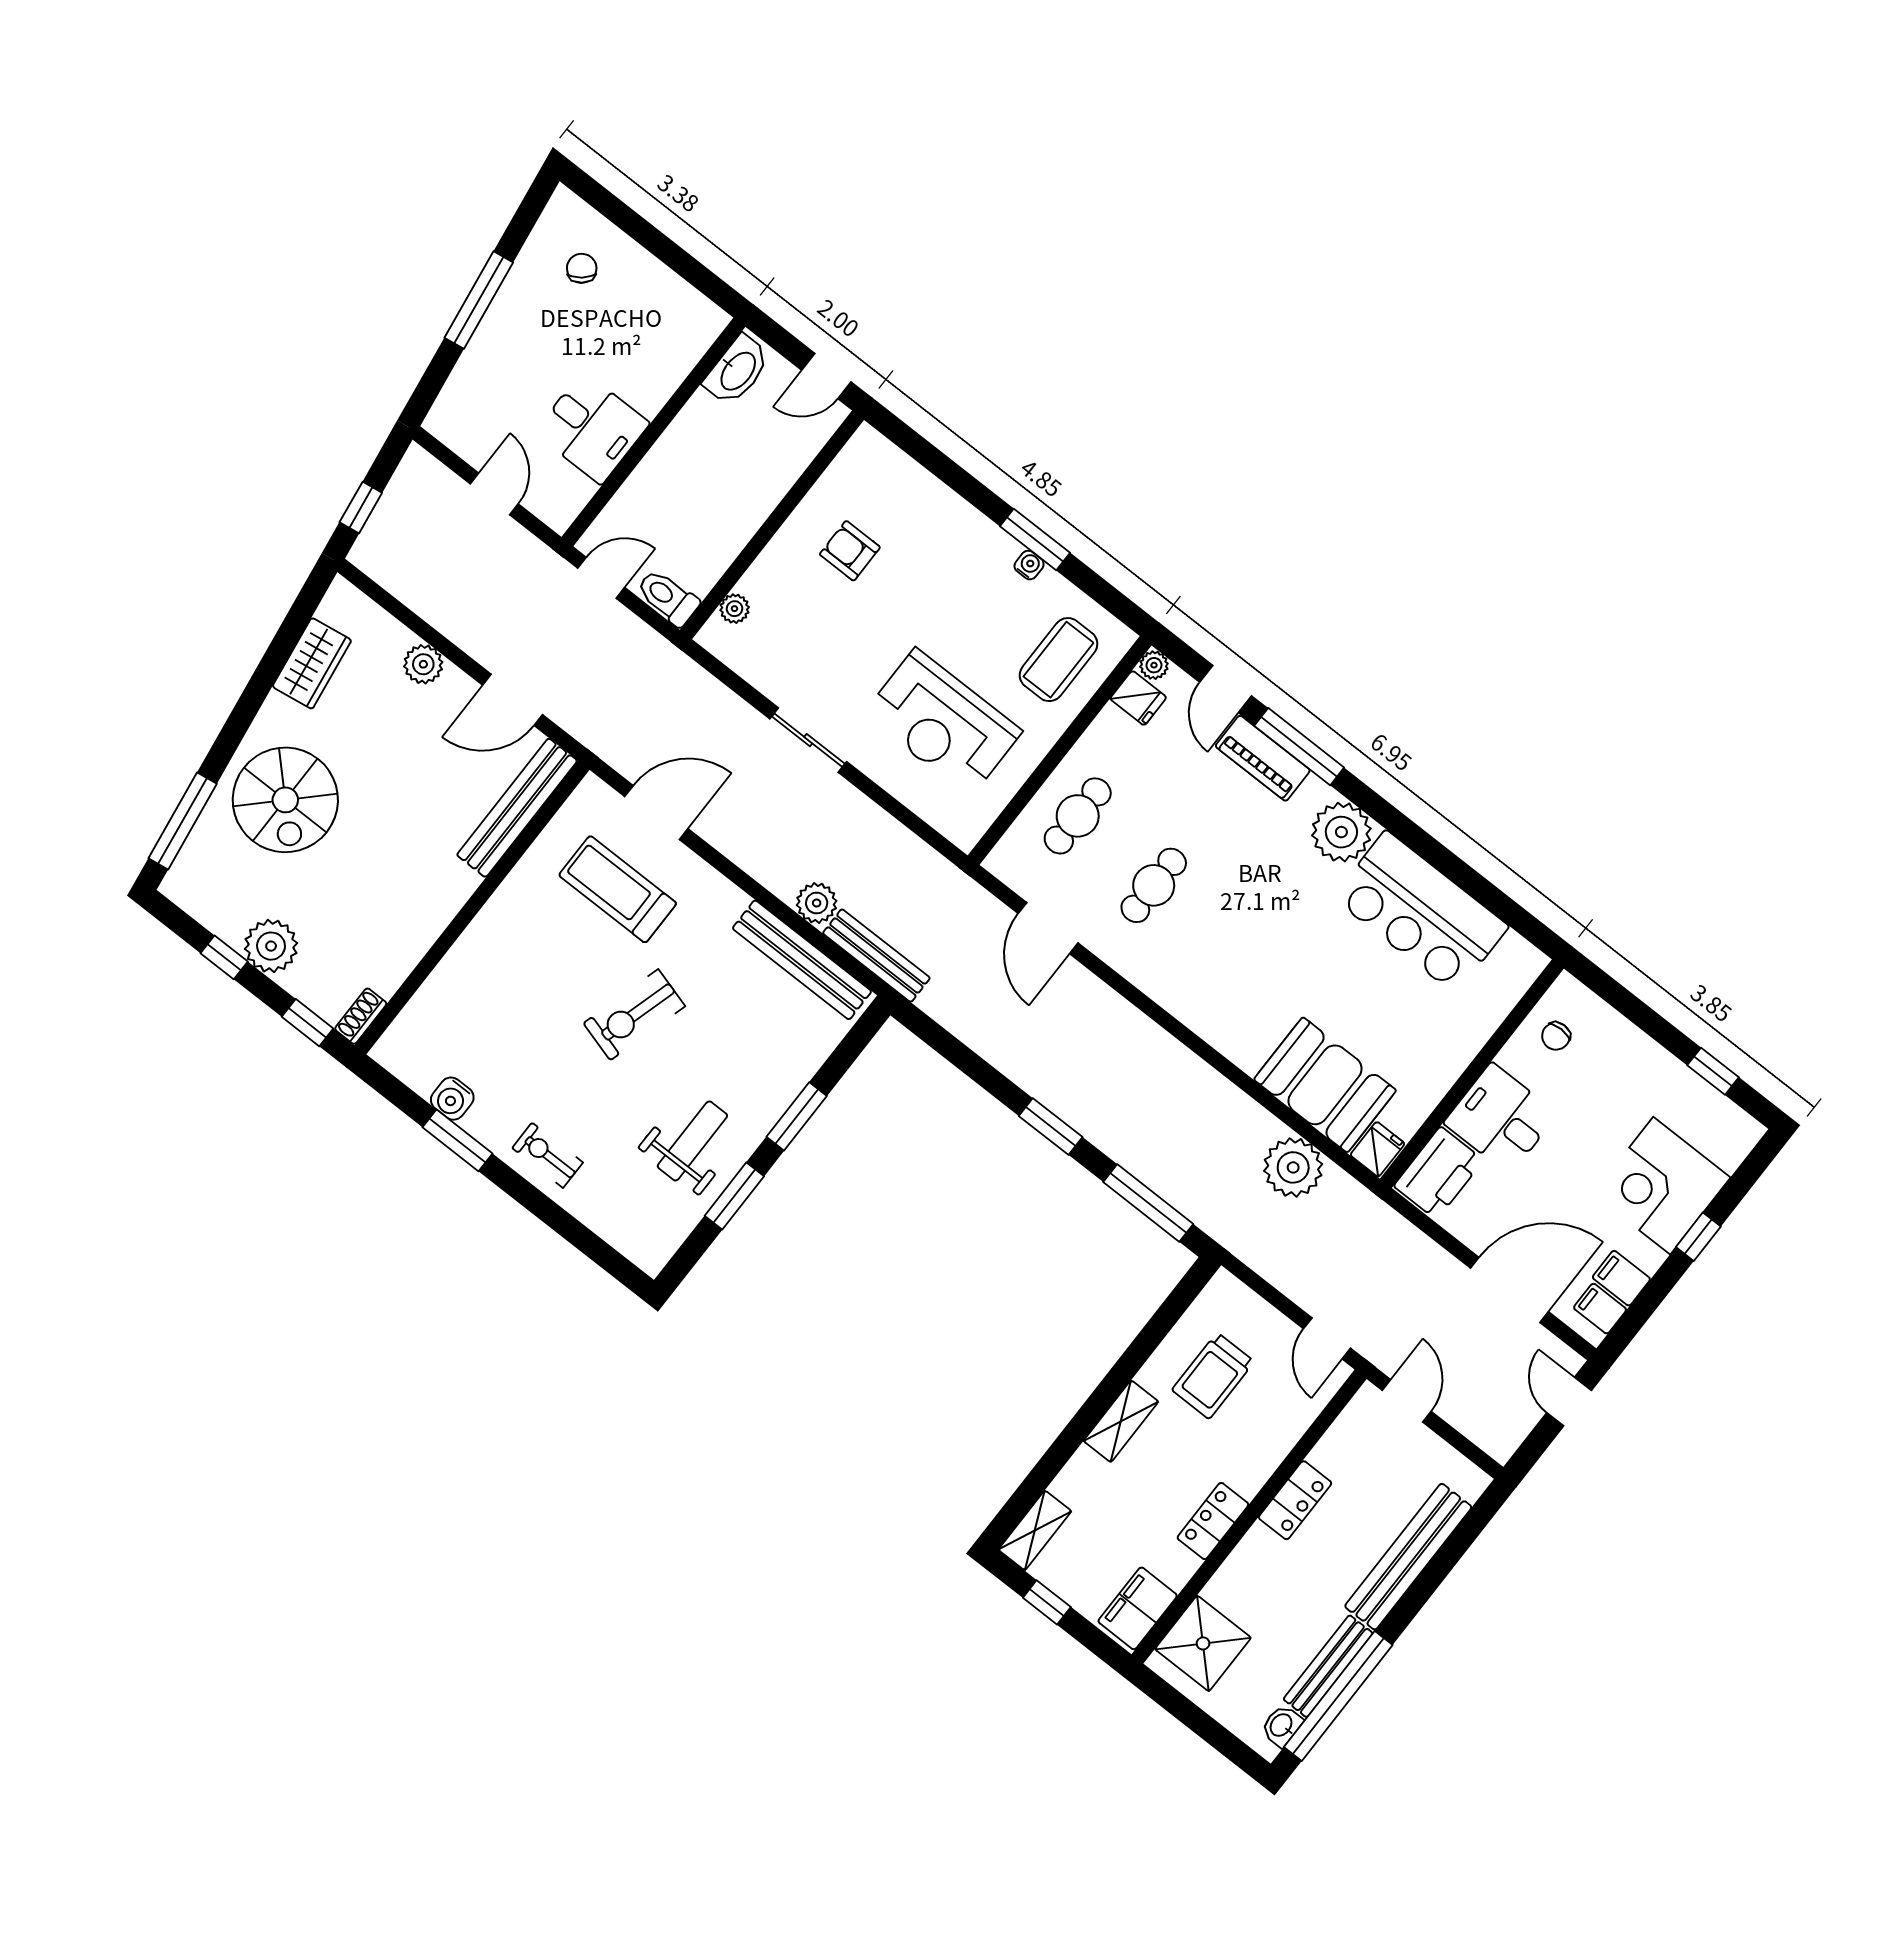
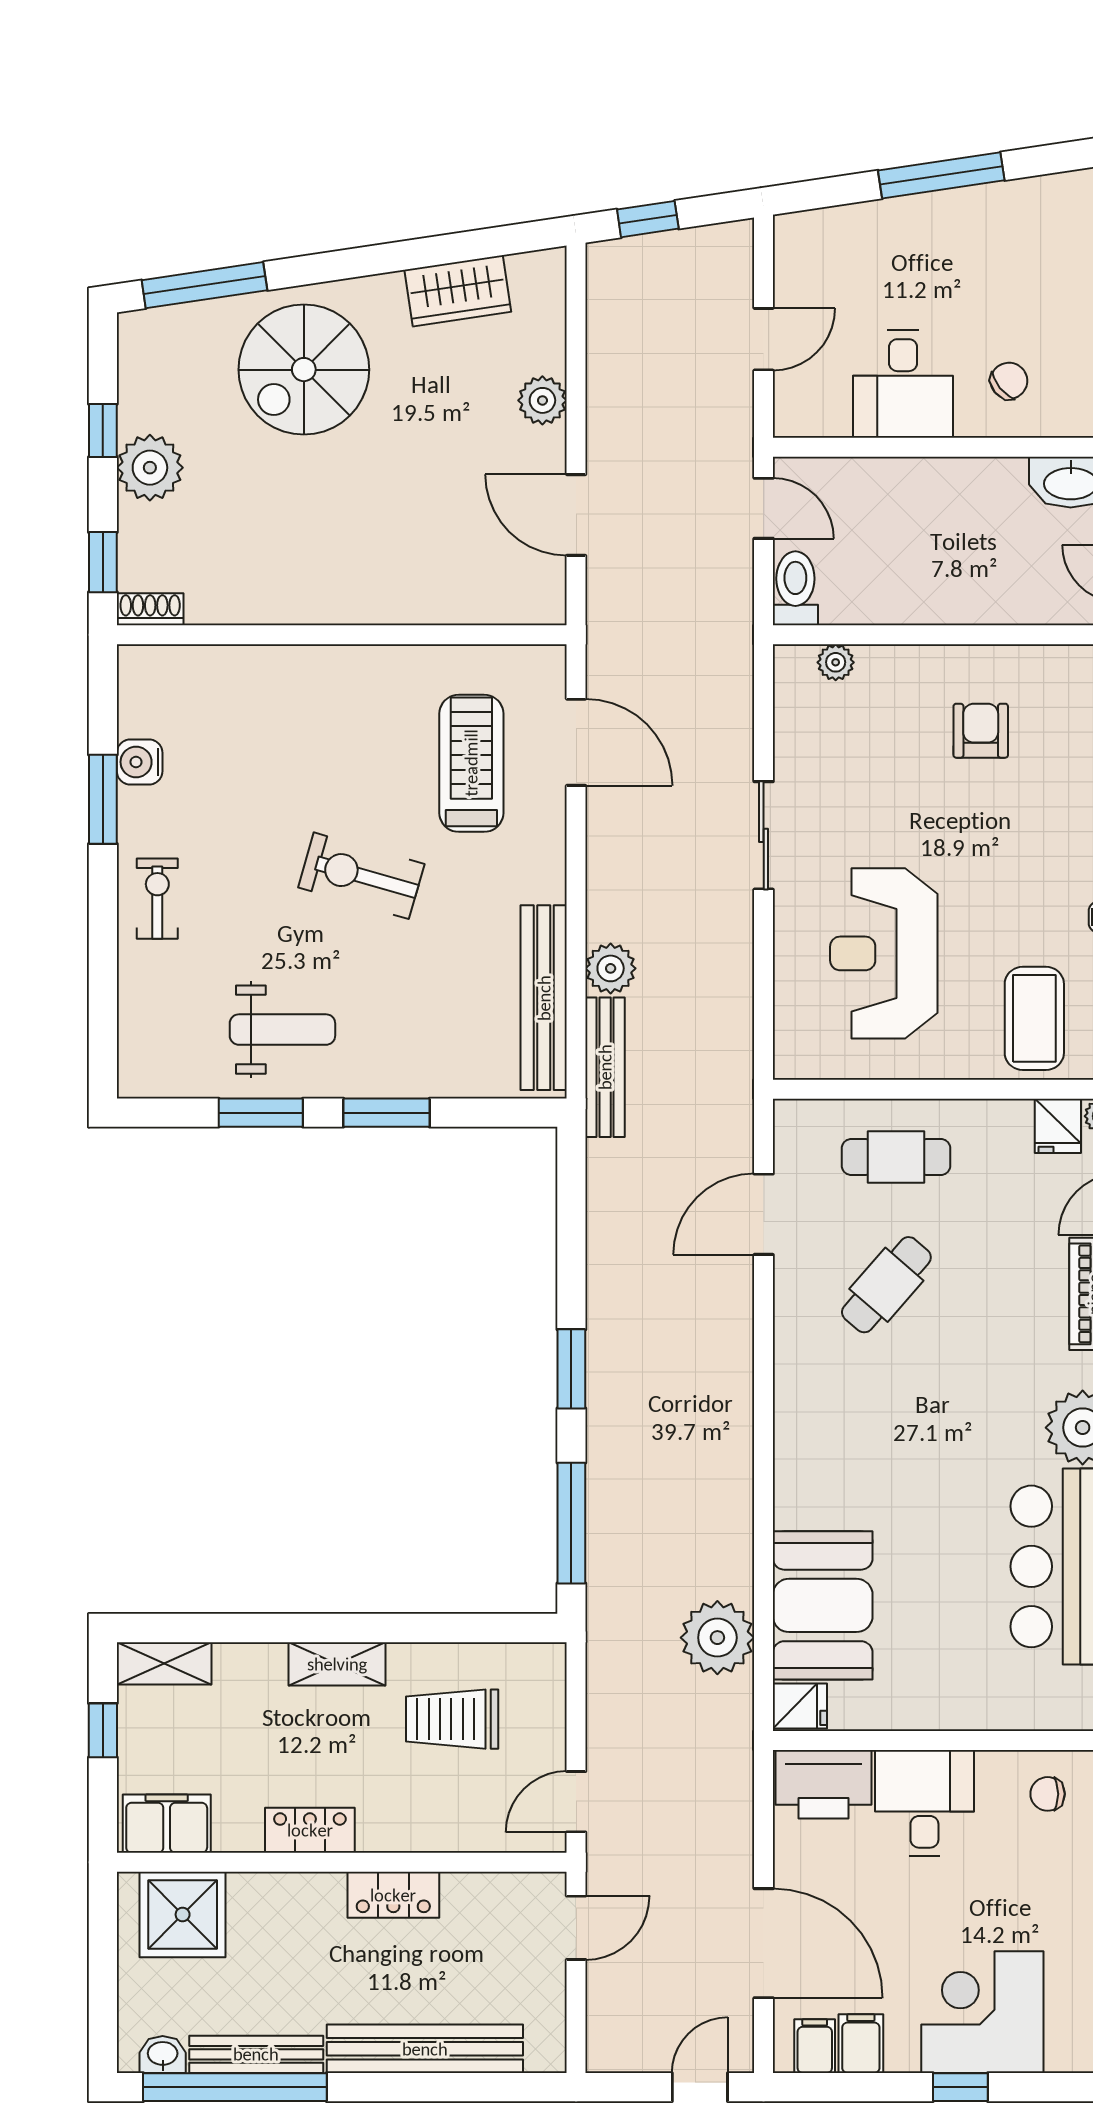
chair: (582, 268) -> (1009, 381), moved
coffee table: (1059, 660) -> (1034, 1018), turned 90
bench: (517, 808) -> (474, 602), removed
cafe table: (1154, 885) -> (886, 1285), turned -49

